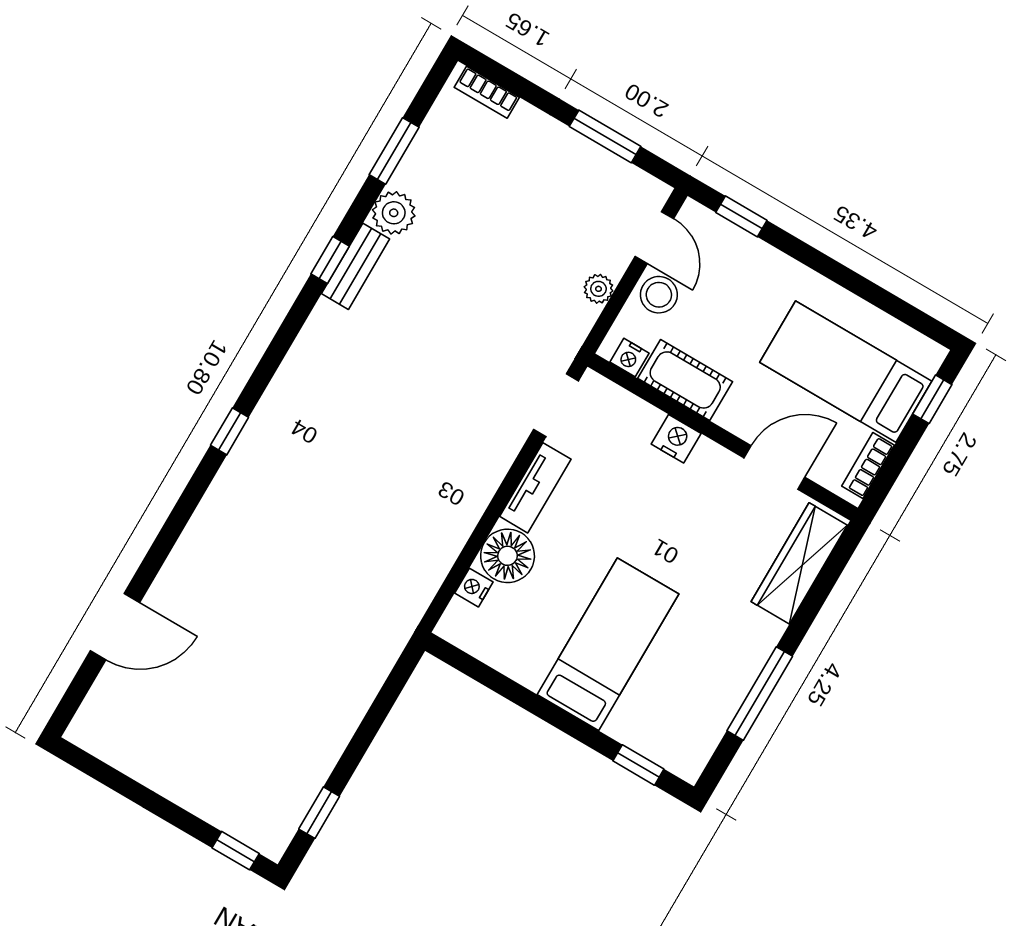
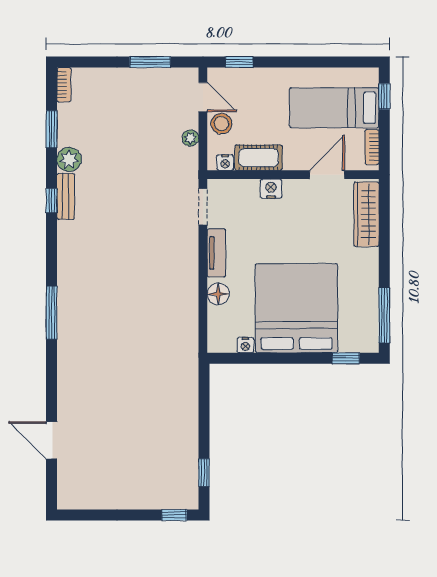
bookcase: (487, 92) -> (64, 85), moved, turned -90
window: (230, 431) -> (52, 313), width x2.17
floor lamp: (508, 556) -> (218, 294), width x0.73, depth x0.73
nightstand: (474, 588) -> (245, 345), moved, turned -90
door: (115, 627) -> (52, 440), swing flipped
bed: (608, 644) -> (296, 308), width x2.04
window: (760, 694) -> (384, 315), moved

